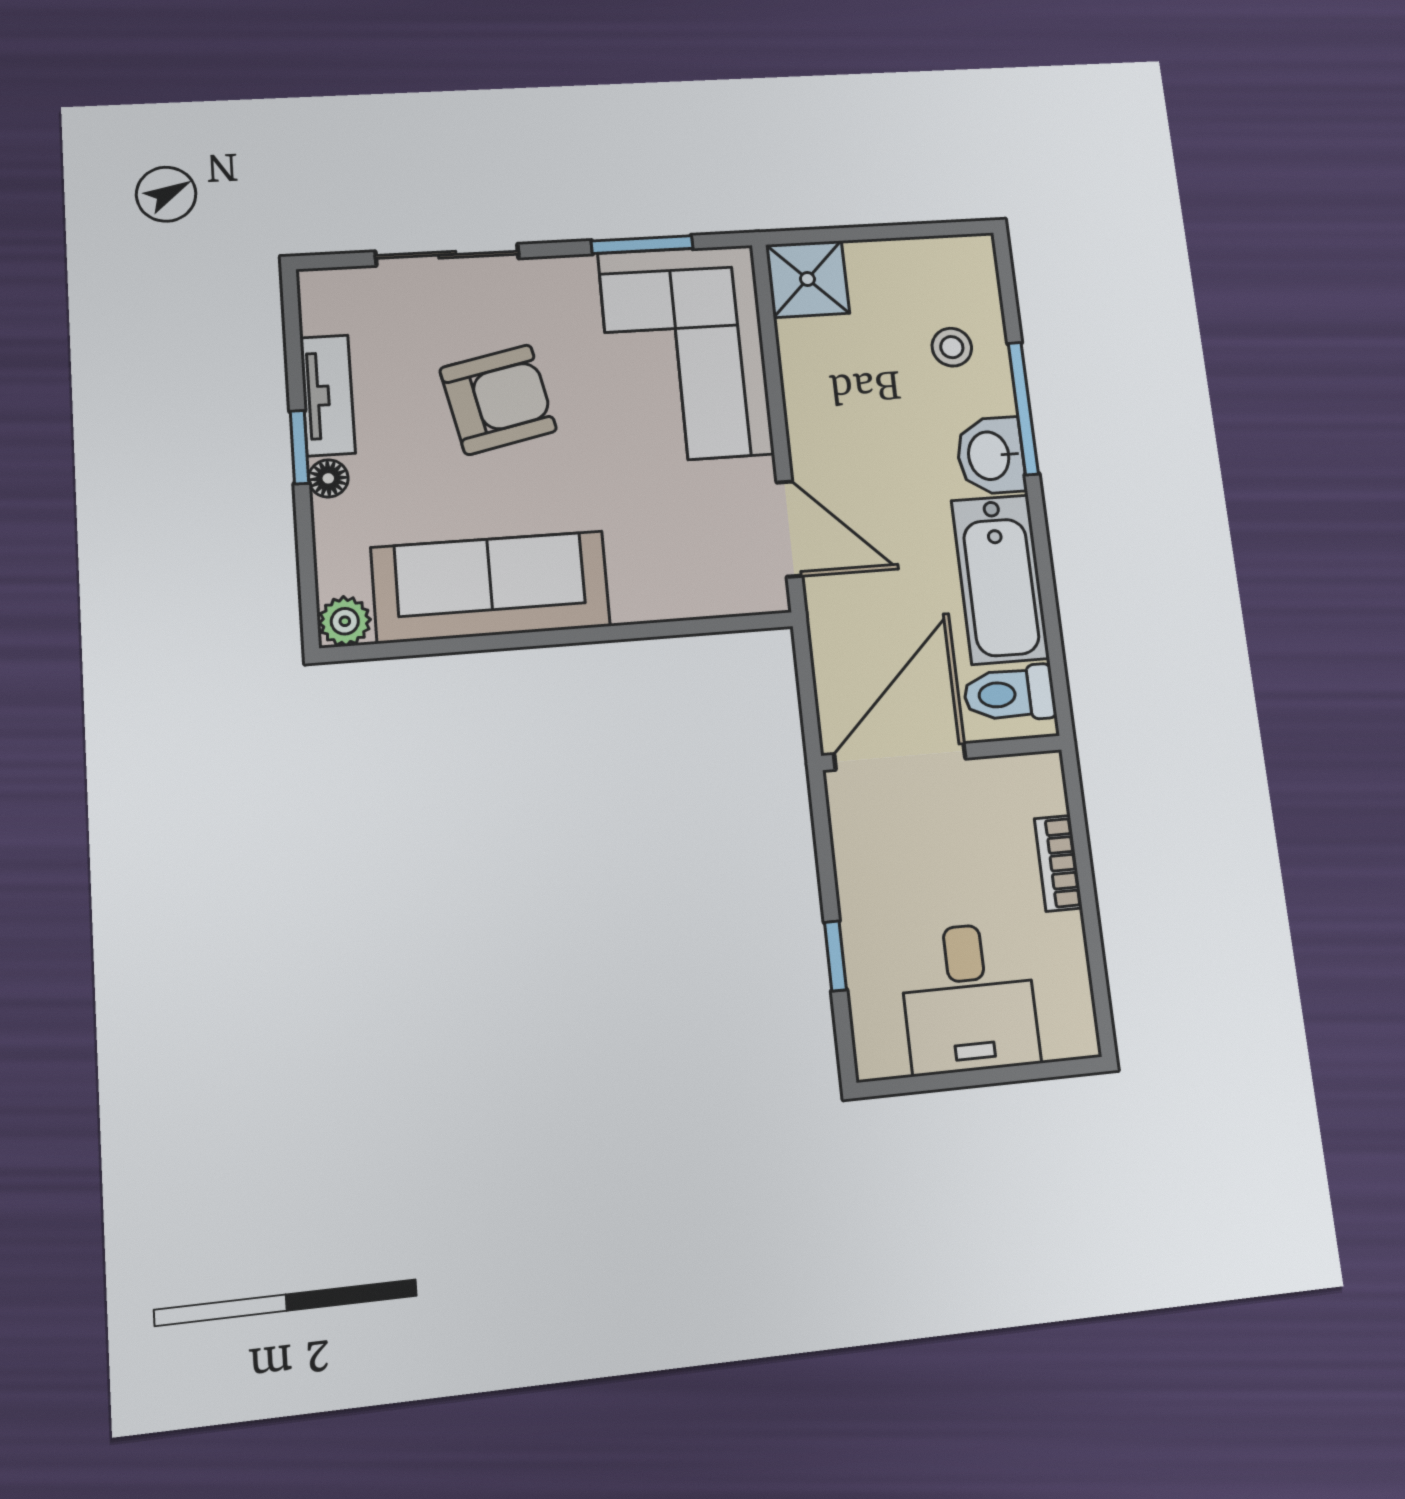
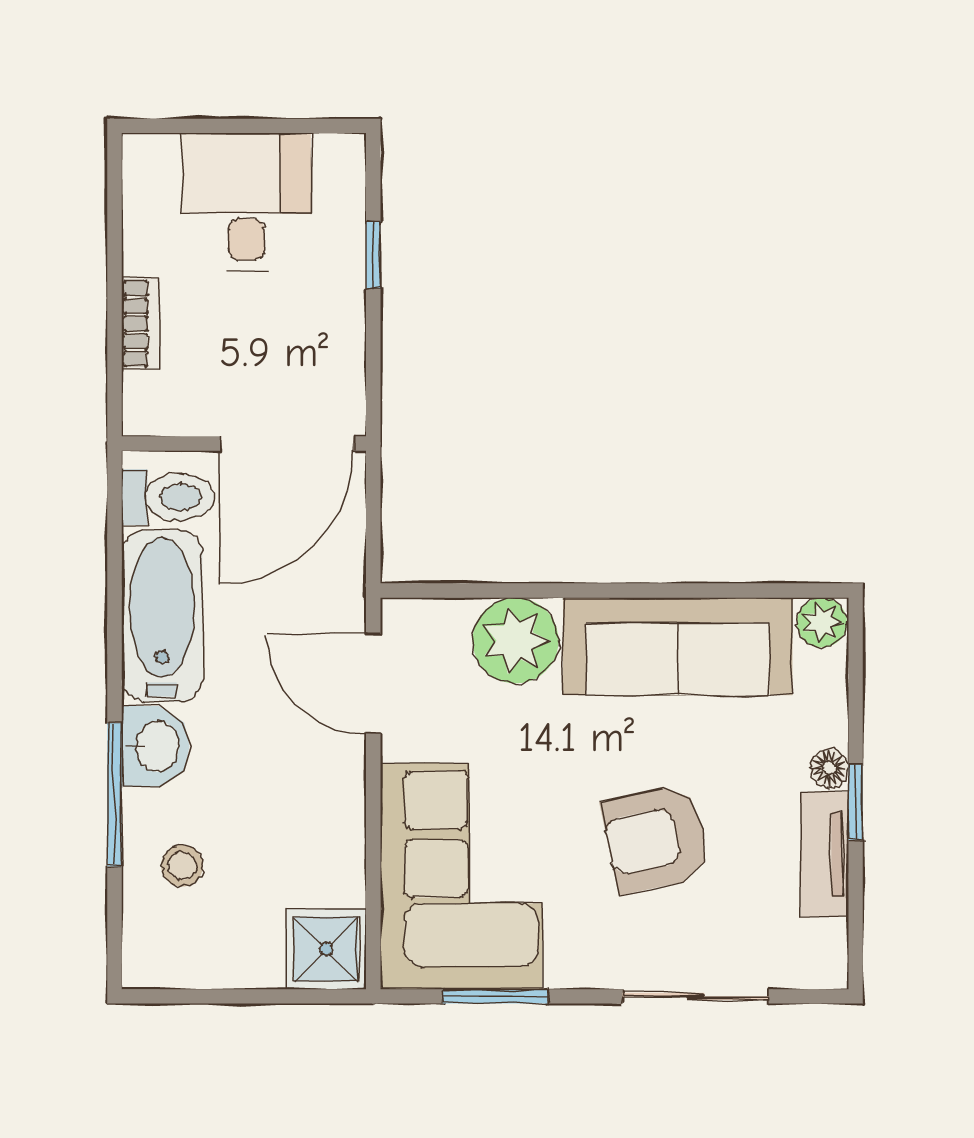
plant: (654, 581) -> (516, 641), added

